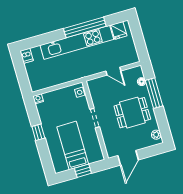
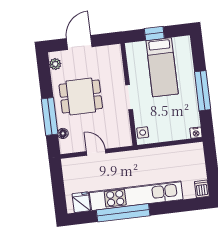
window: (38, 132) -> (203, 91), width x2.17
door: (128, 158) -> (79, 43), moved

